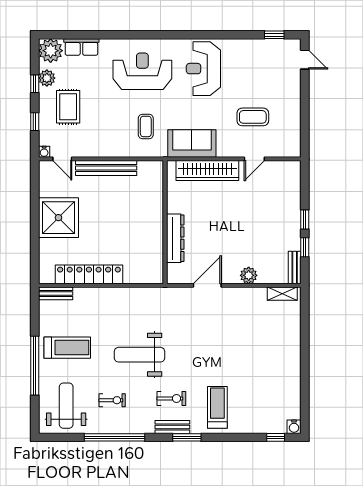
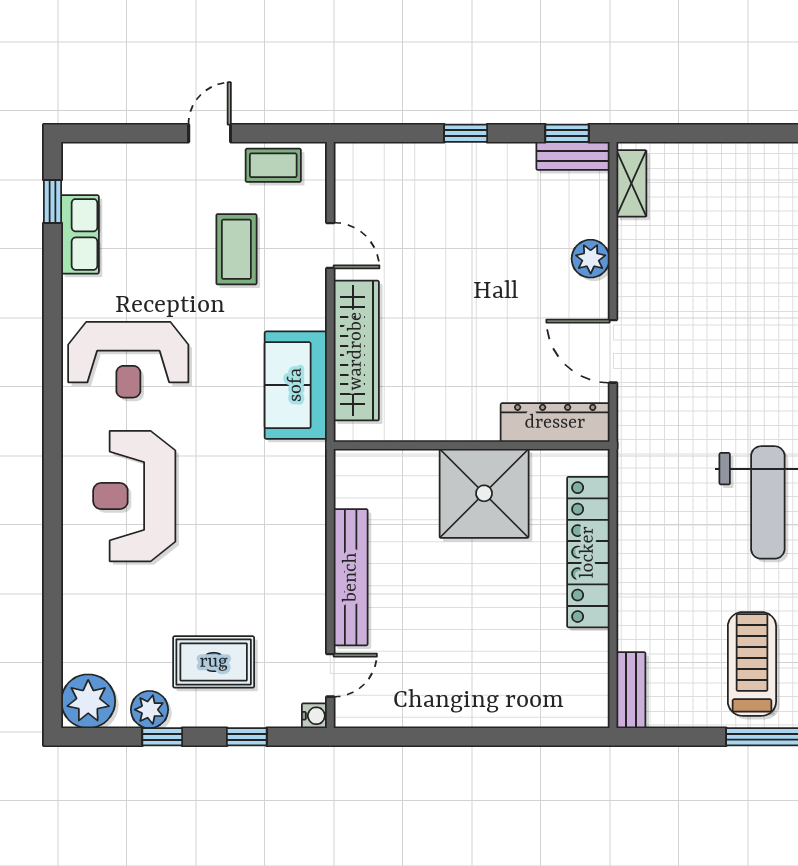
row of seats: (81, 47) -> (80, 234), moved
door: (305, 60) -> (210, 133), moved
coffee table: (146, 126) -> (273, 165), moved
shower: (58, 218) -> (484, 493), moved
dresser: (175, 238) -> (555, 423), moved
window: (305, 247) -> (567, 133), moved
locker: (89, 274) -> (588, 552), moved

